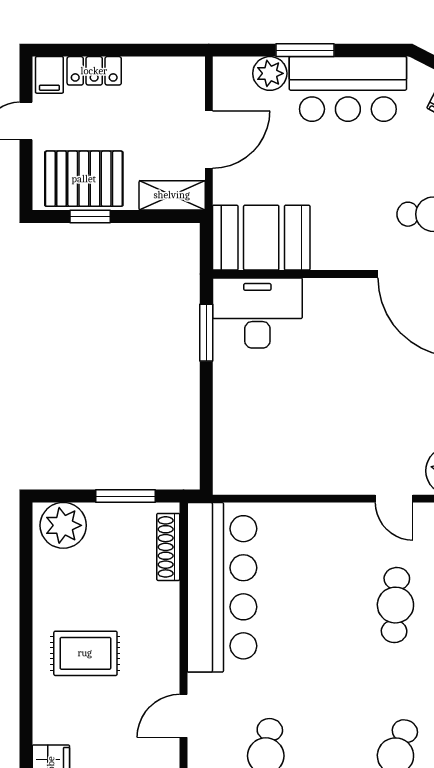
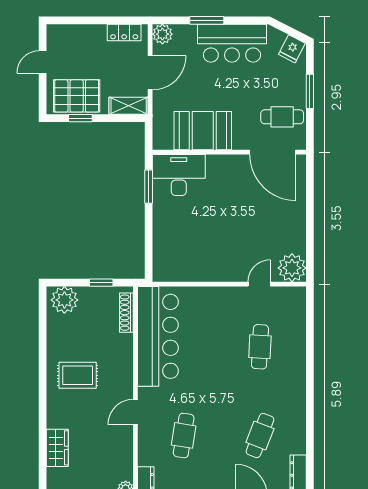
locker: (94, 71) -> (124, 33), moved
plant: (270, 73) -> (162, 34), moved
filing cabinet: (49, 75) -> (56, 35), removed
booth: (261, 238) -> (203, 131), moved
window: (126, 496) -> (101, 283), width x0.67
door: (394, 499) -> (259, 284), swing flipped

